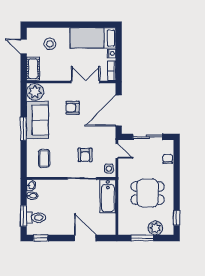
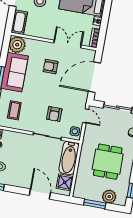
dining table: (148, 193) -> (108, 162), turned 90
shower: (108, 222) -> (65, 182), added

